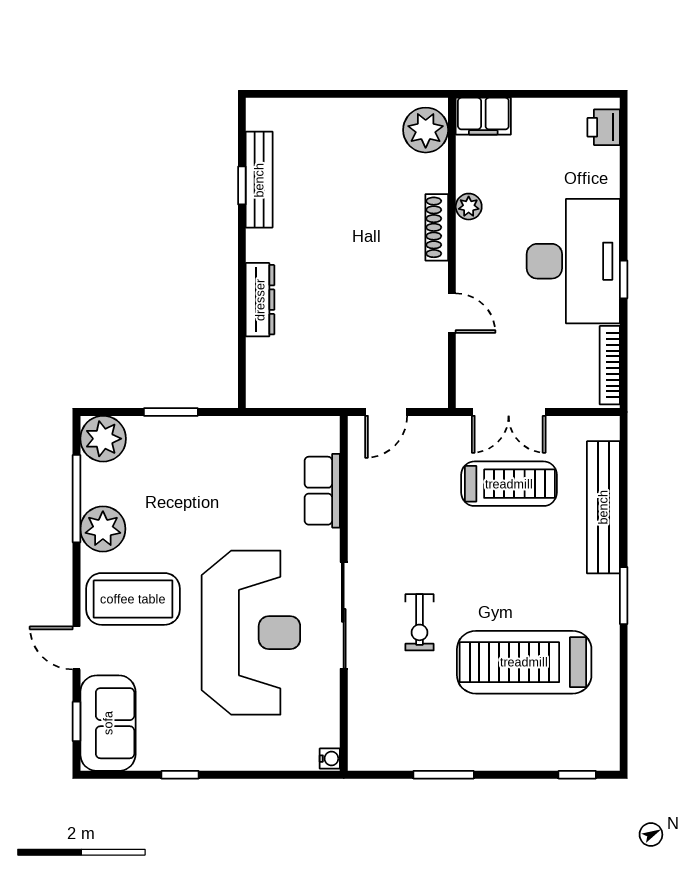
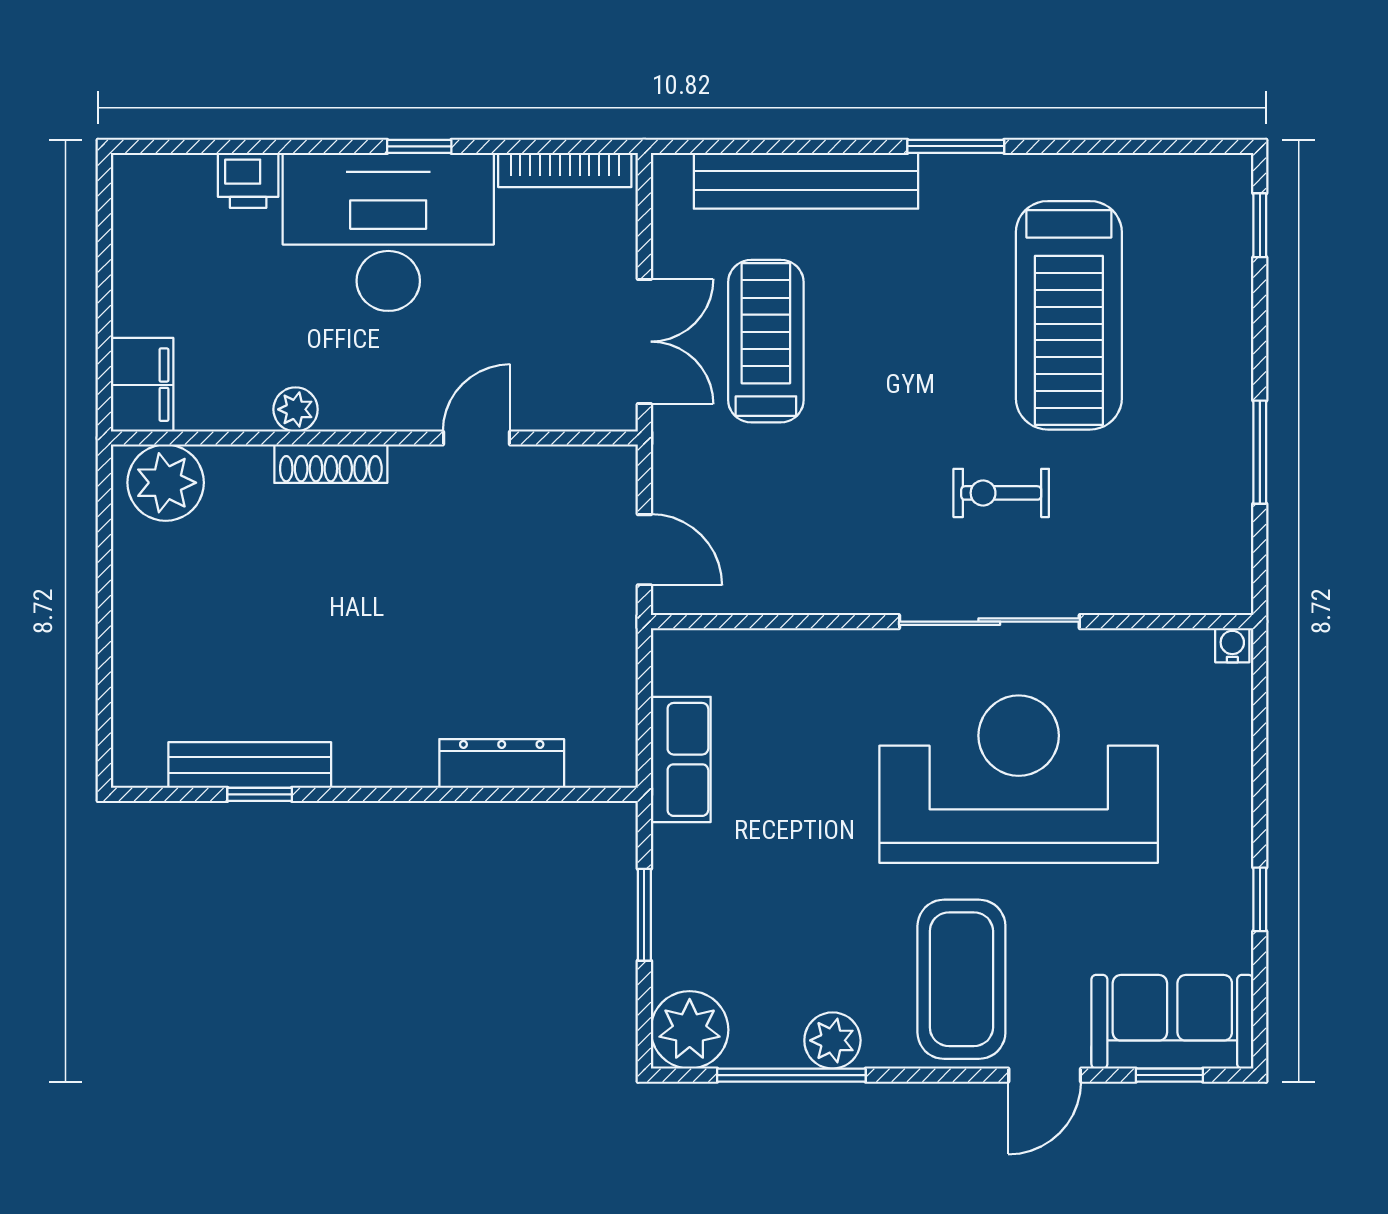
printer: (604, 127) -> (248, 180), moved
dresser: (260, 300) -> (502, 763), moved
row of seats: (322, 491) -> (681, 759), moved, turned -90
plant: (103, 529) -> (832, 1040), width x0.73, depth x0.73
exercise bike: (419, 622) -> (1001, 493), turned 180

